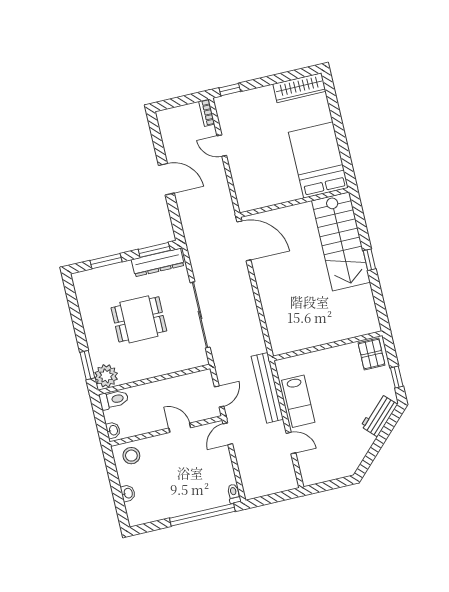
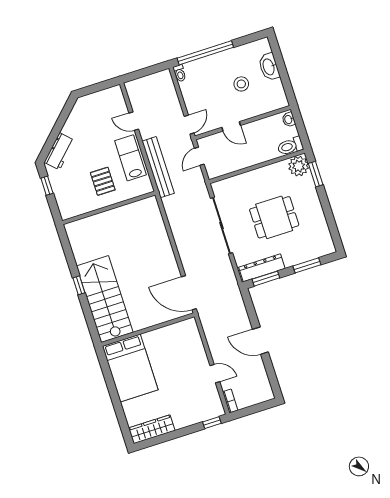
pallet: (371, 354) -> (103, 181), moved
stool: (131, 456) -> (241, 84), moved
washbasin: (128, 493) -> (269, 67), width x1.91, depth x1.45

